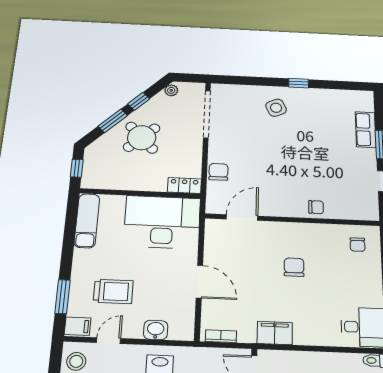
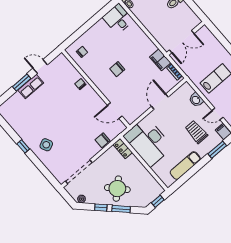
row of seats: (366, 130) -> (31, 86), moved
exam couch: (87, 221) -> (185, 166), moved
filing cabinet: (275, 333) -> (160, 60), moved

